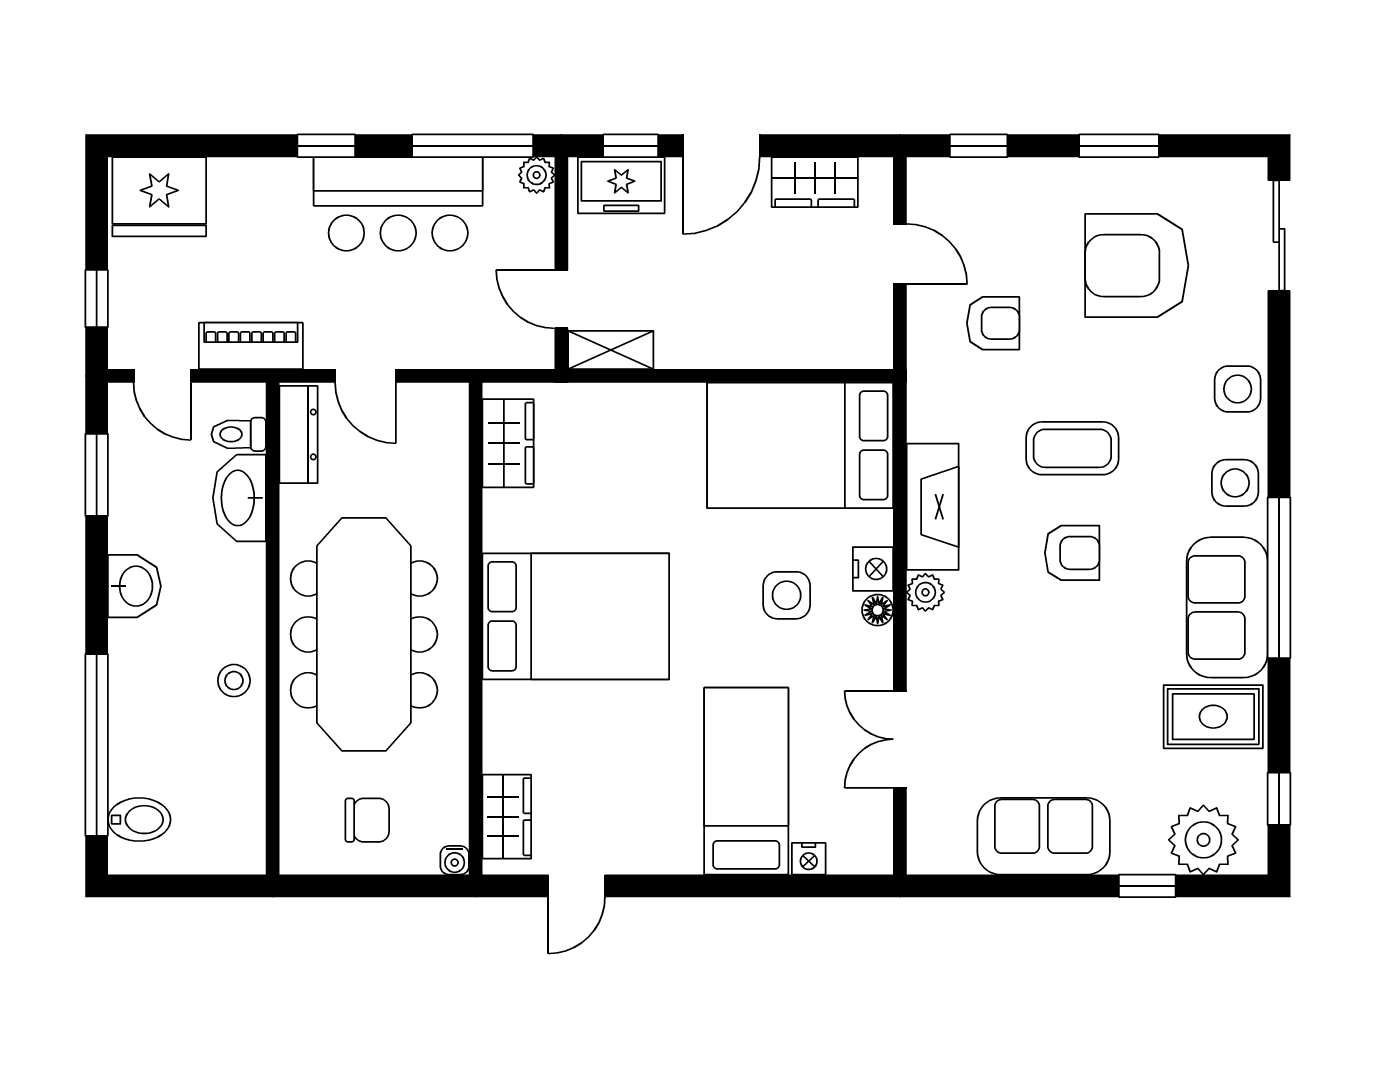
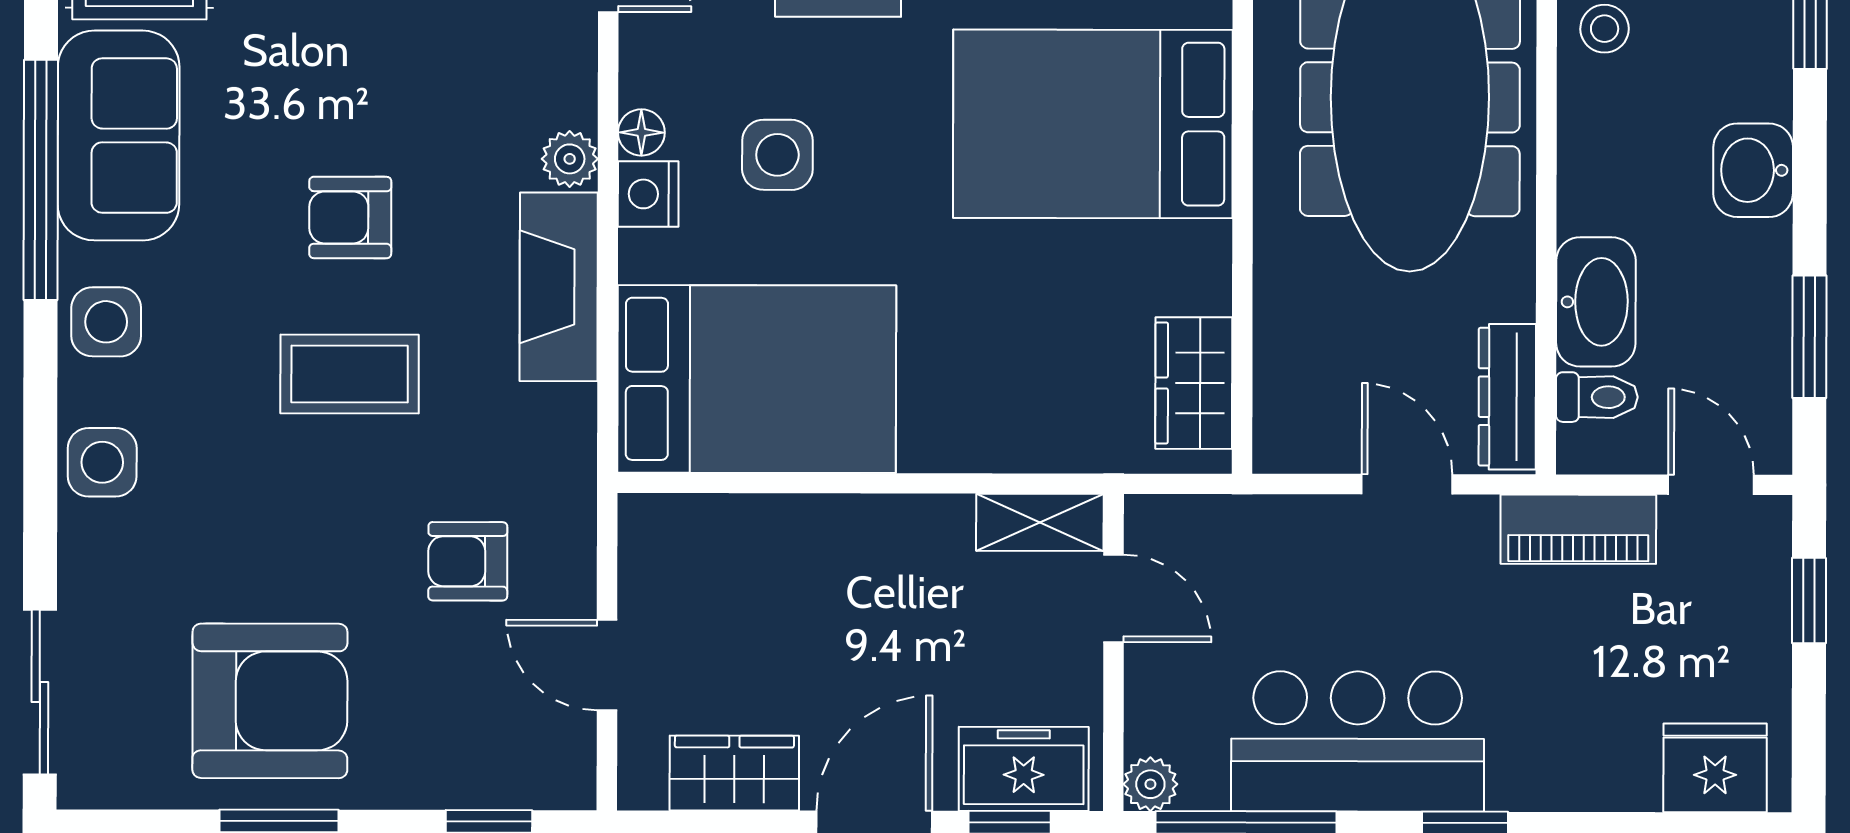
fridge: (159, 197) -> (1715, 768), width x0.73, depth x0.75
armchair: (1137, 266) -> (270, 701), moved

